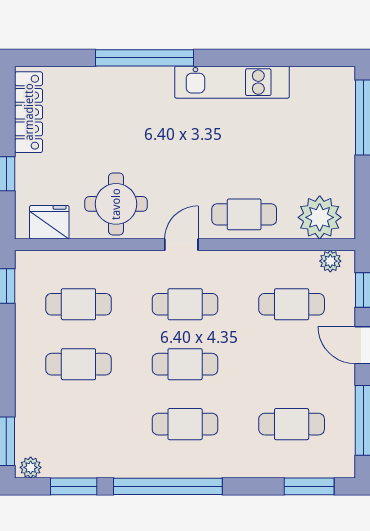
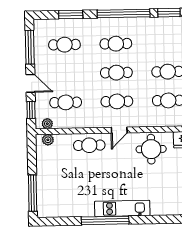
window: (145, 58) -> (105, 220), moved
kitchen unit: (232, 82) -> (122, 208), moved
plant: (320, 217) -> (48, 140), width x0.53, depth x0.53
window: (309, 486) -> (71, 15), moved

